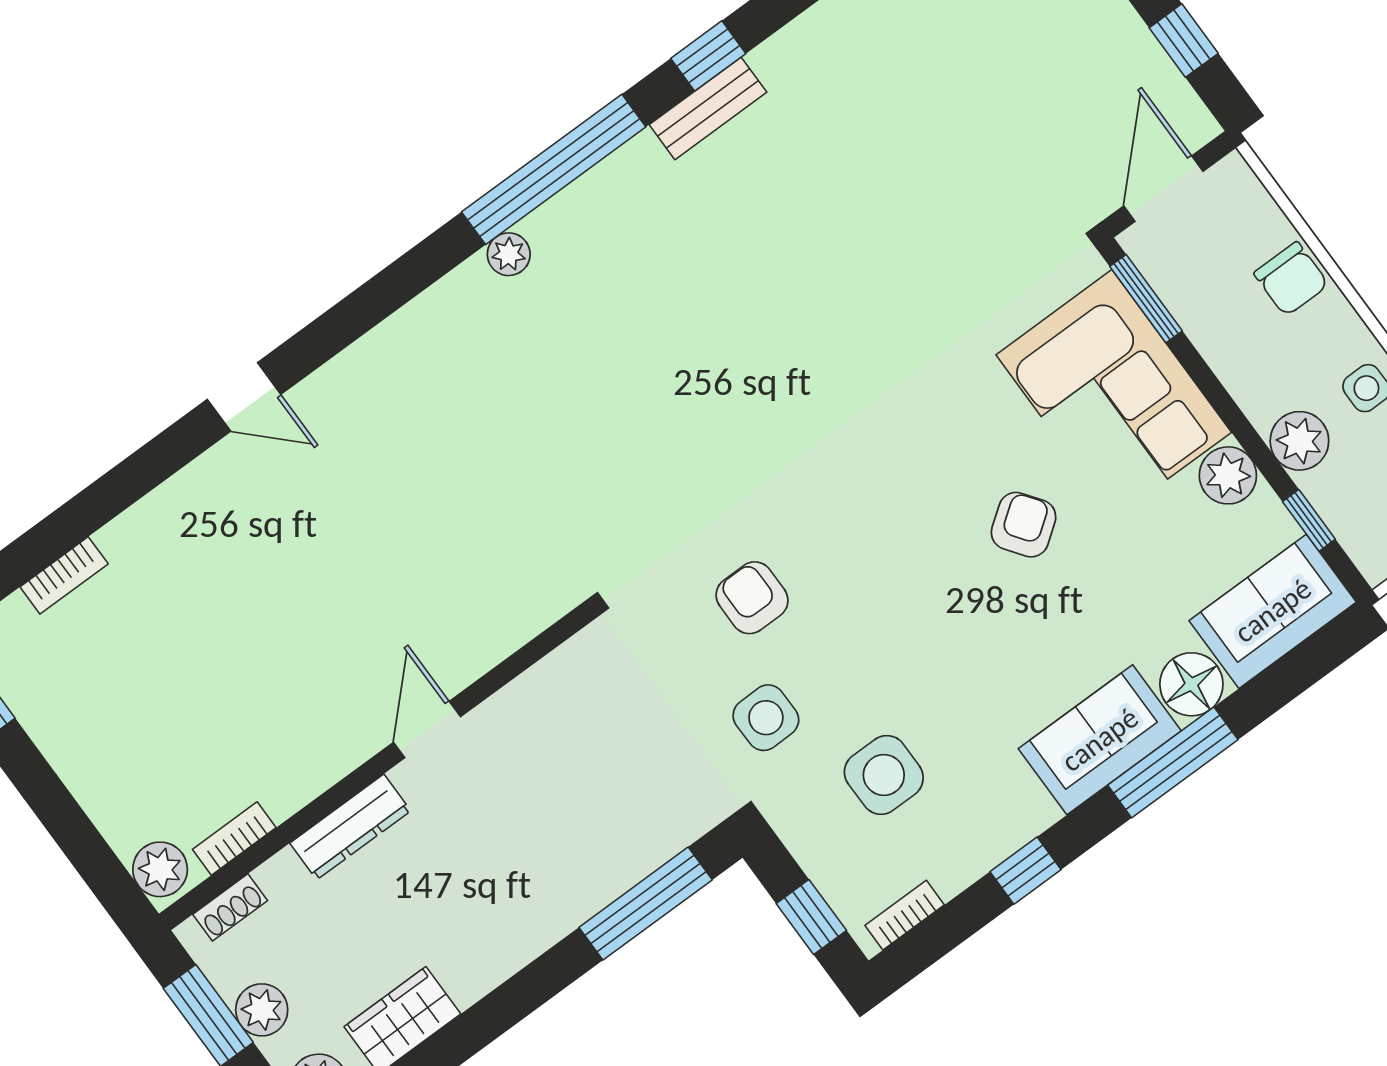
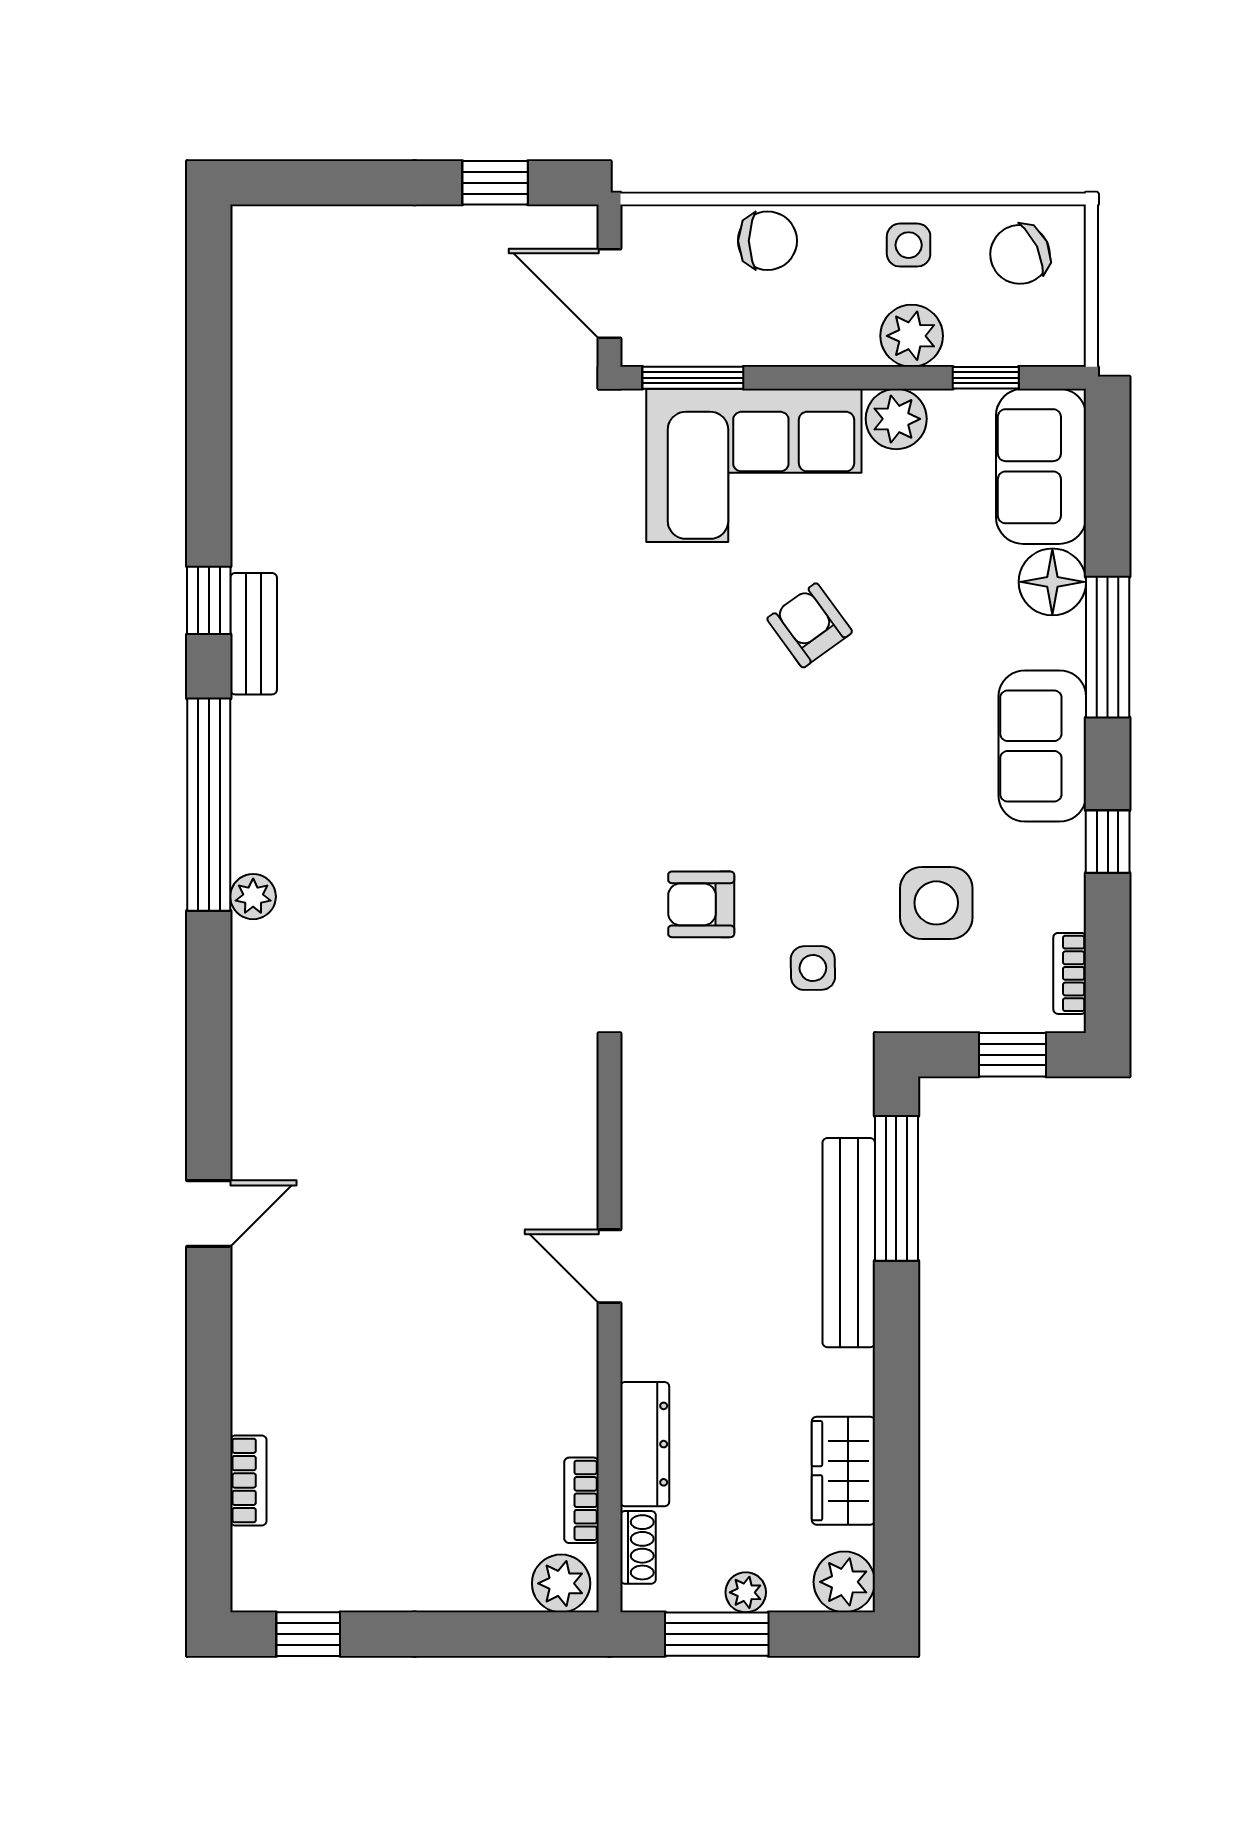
side table: (766, 718) -> (813, 968), width x0.73, depth x0.73
sofa: (1100, 740) -> (1042, 746), moved
dresser: (350, 827) -> (645, 1444), moved
bench: (578, 898) -> (849, 1243), added
plant: (262, 1010) -> (746, 1592), width x0.73, depth x0.73

